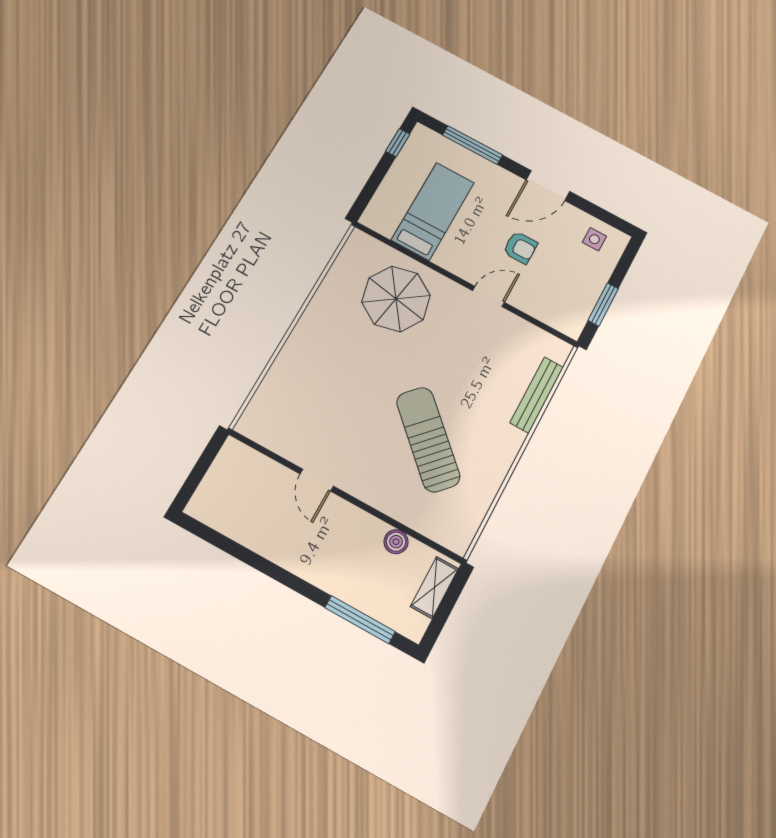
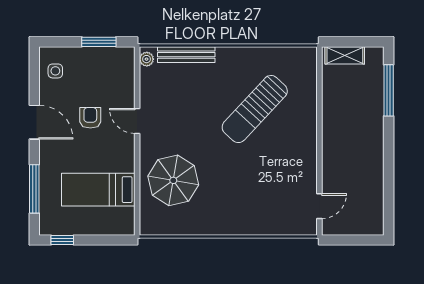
plant: (555, 347) -> (147, 59), added
door: (317, 480) -> (319, 206), moved
boiler: (396, 542) -> (330, 94), removed

